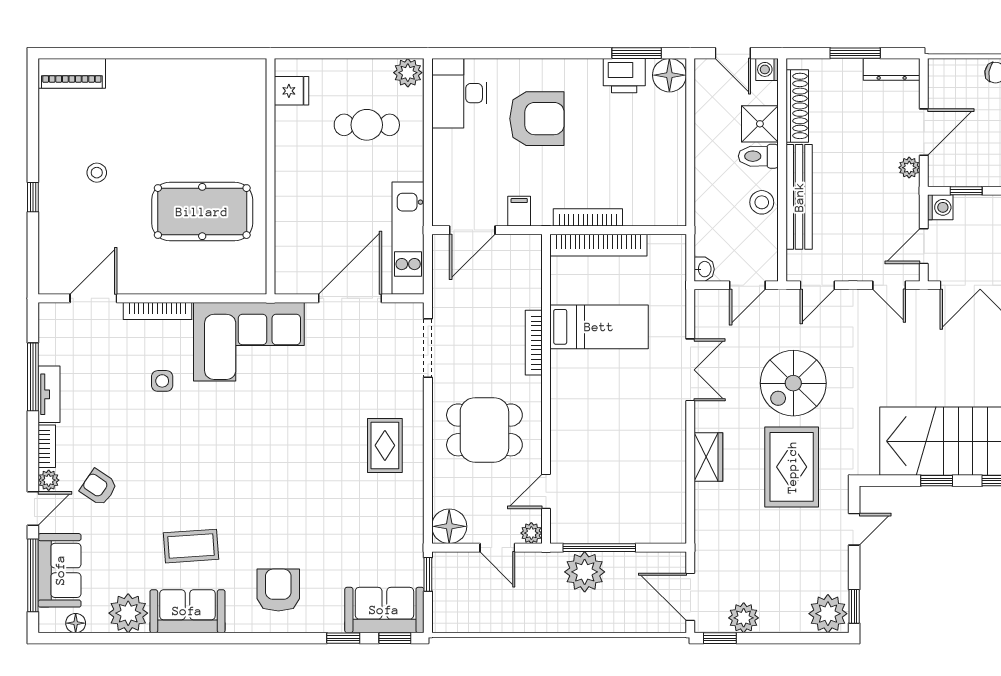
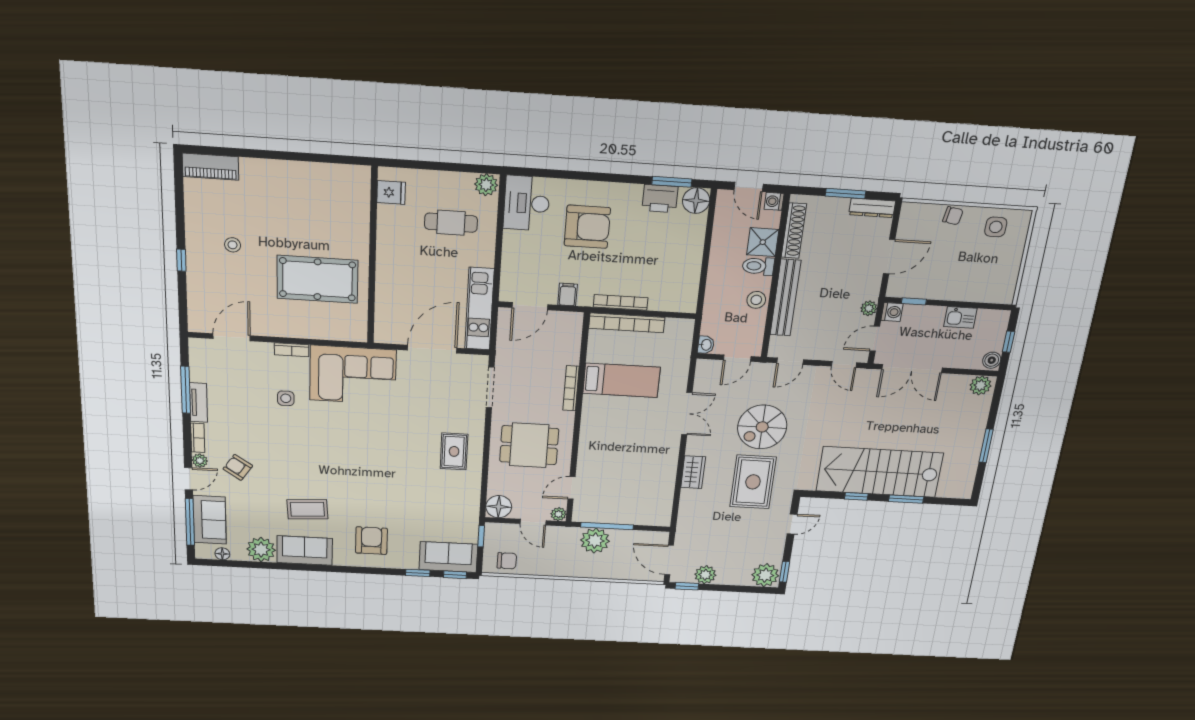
plant: (909, 168) -> (869, 308), moved
bookcase: (158, 311) -> (292, 350), width x0.64
chair: (465, 611) -> (507, 561), added

